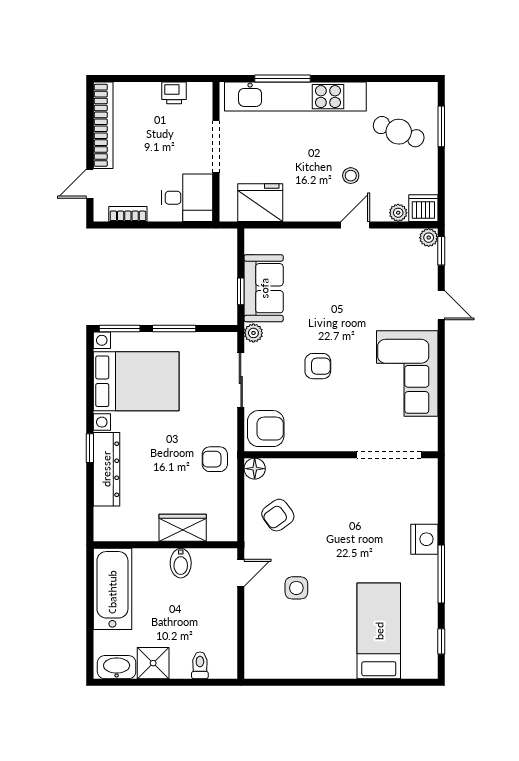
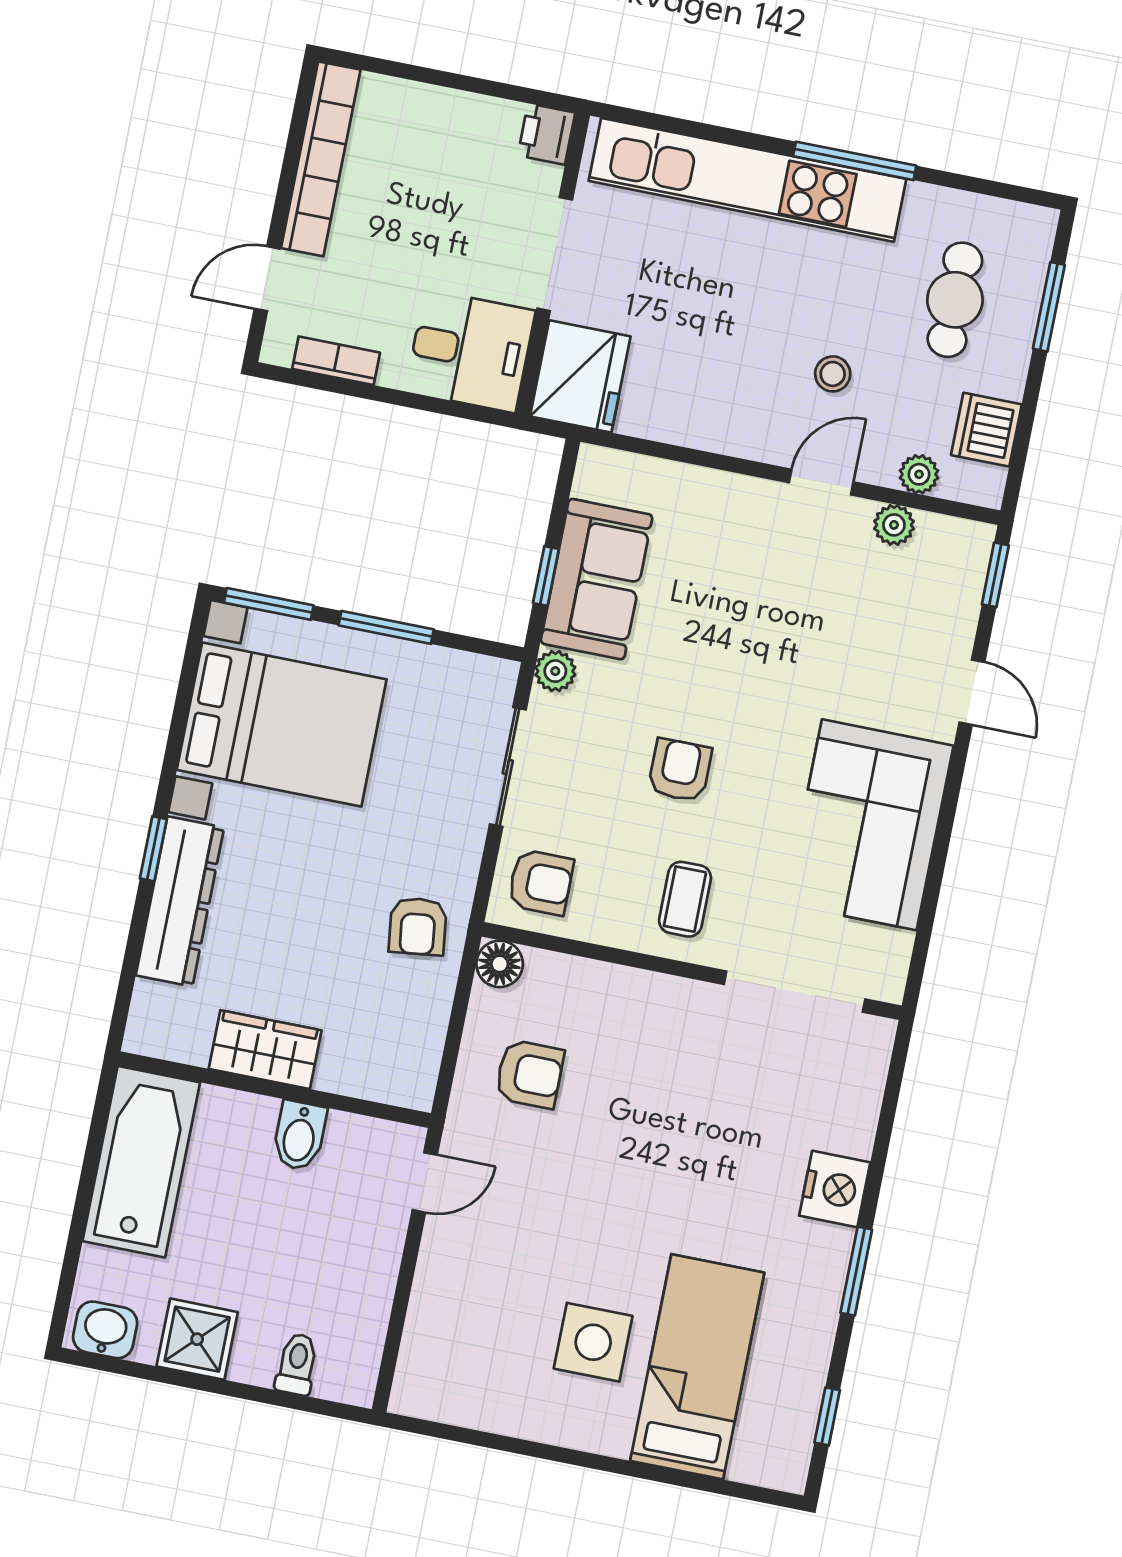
window: (283, 79) -> (855, 161), moved
printer: (174, 93) -> (546, 134), moved, turned 90
cafe table: (399, 132) -> (955, 300), turned 69
fridge: (260, 203) -> (580, 376), moved, turned 90
dishwasher: (423, 208) -> (986, 430), moved, turned -90
plant: (429, 238) -> (894, 525), moved
armchair: (318, 366) -> (680, 770), turned -90
coffee table: (332, 423) -> (685, 899), added
armchair: (266, 429) -> (541, 882), width x0.72, depth x0.72
armchair: (215, 459) -> (418, 926), turned -97
armchair: (278, 515) -> (530, 1074), turned -144
wardrobe: (183, 528) -> (265, 1050), moved
window: (441, 574) -> (856, 1271), width x0.69
side table: (296, 588) -> (593, 1342), moved, width x1.37, depth x1.37
washbasin: (117, 667) -> (105, 1330), width x0.72

